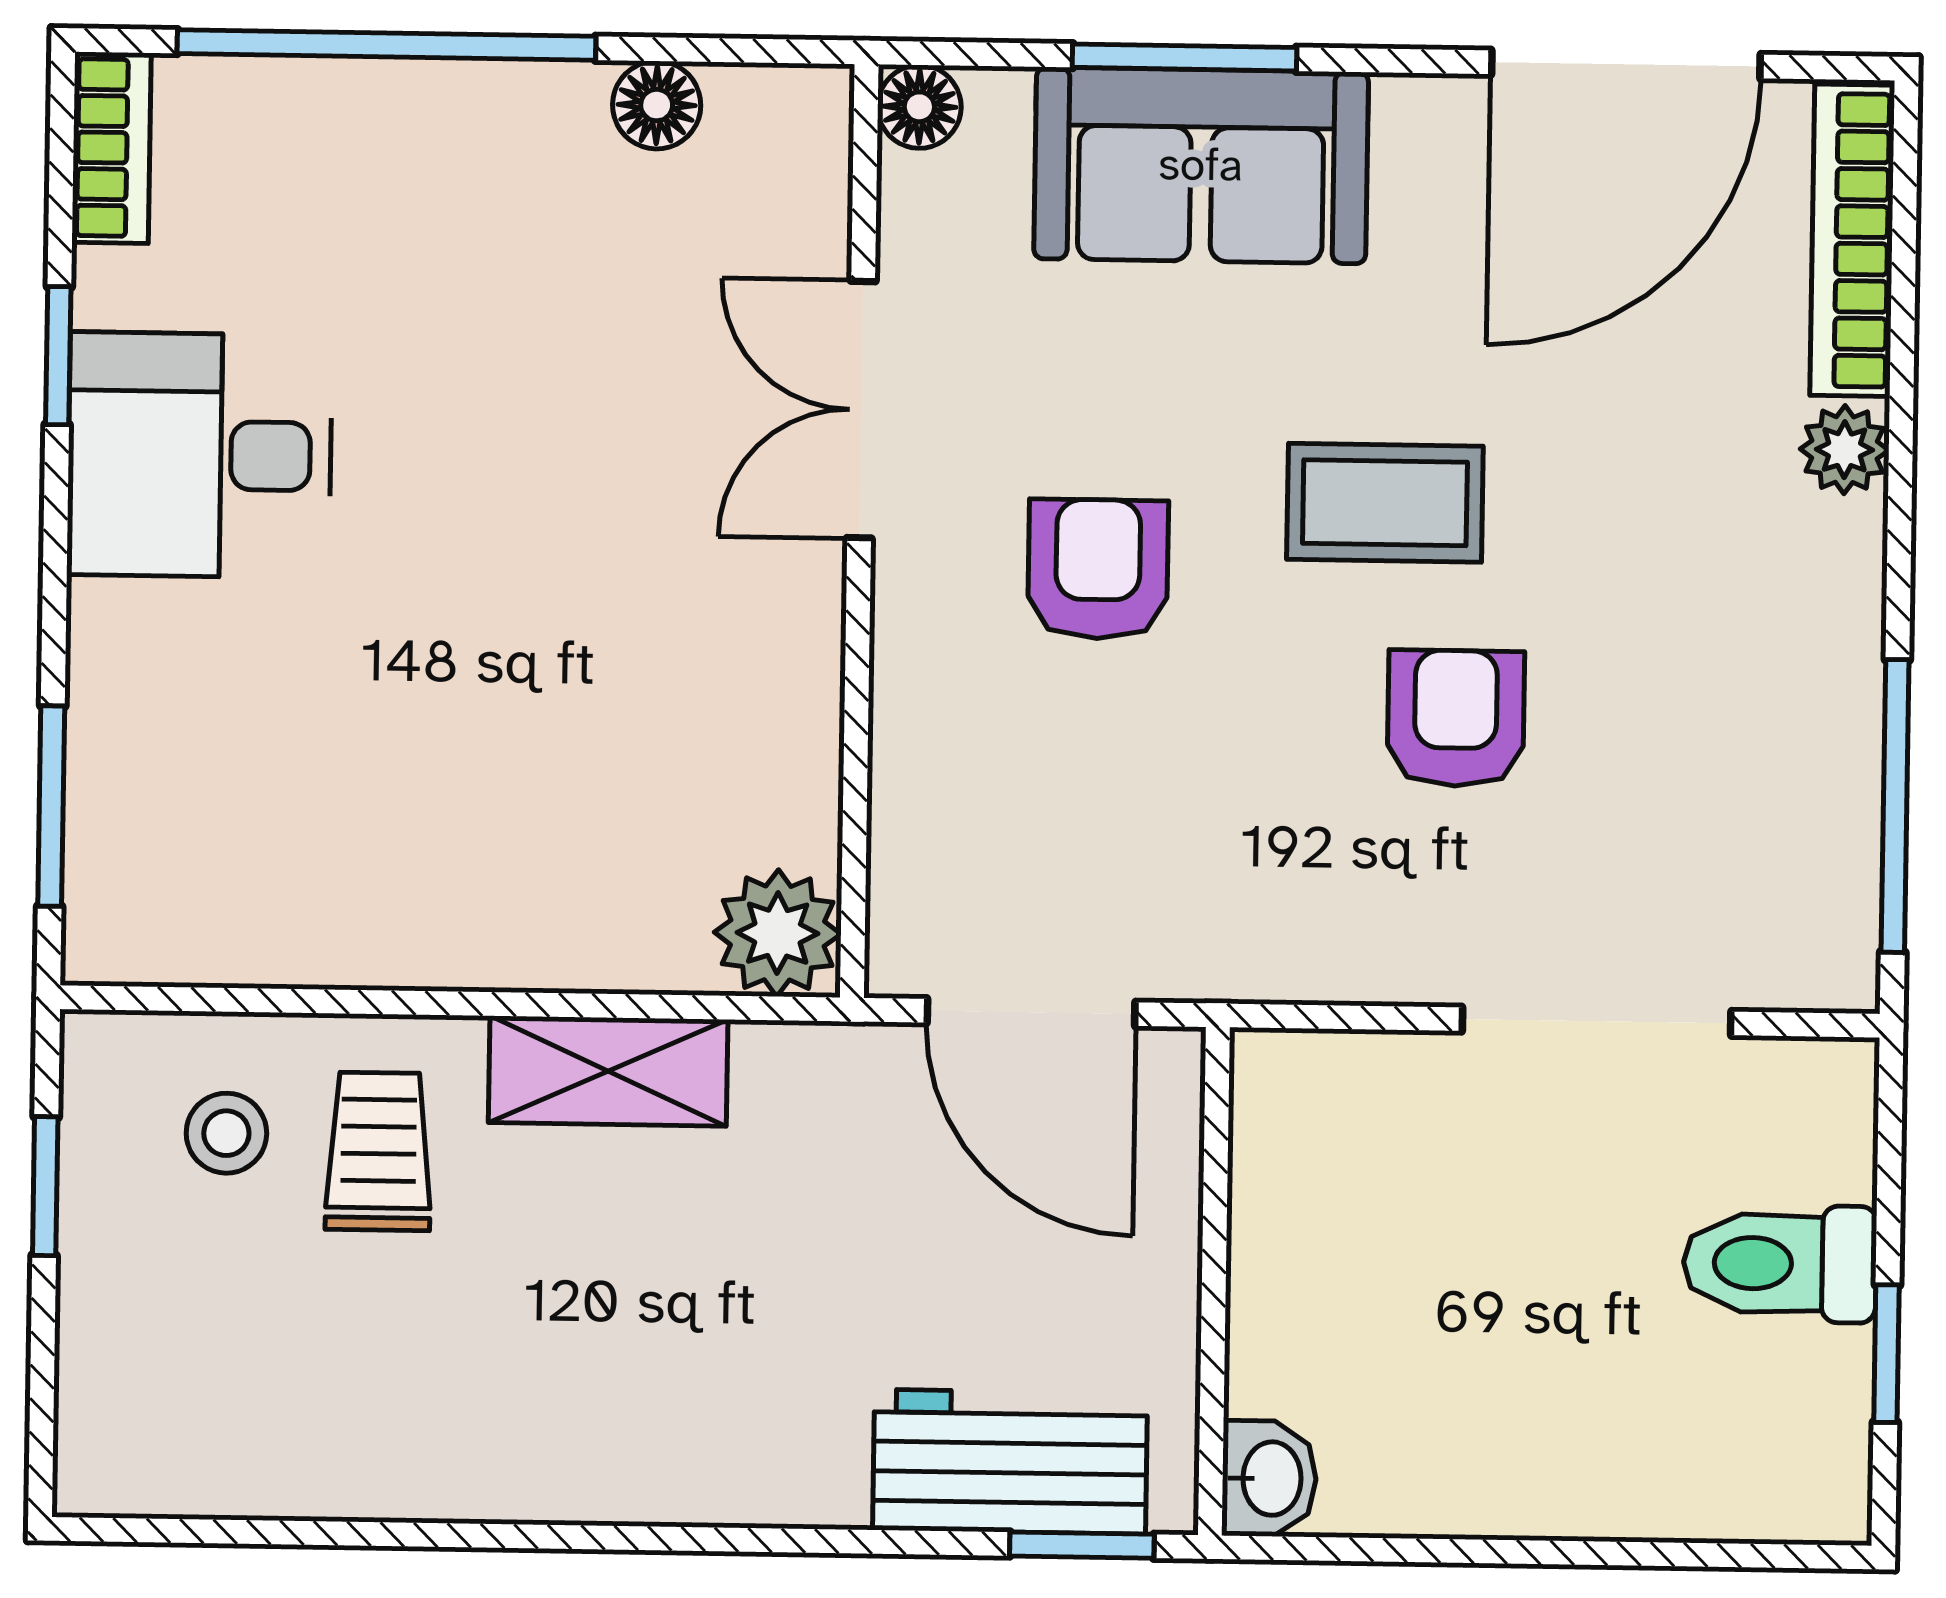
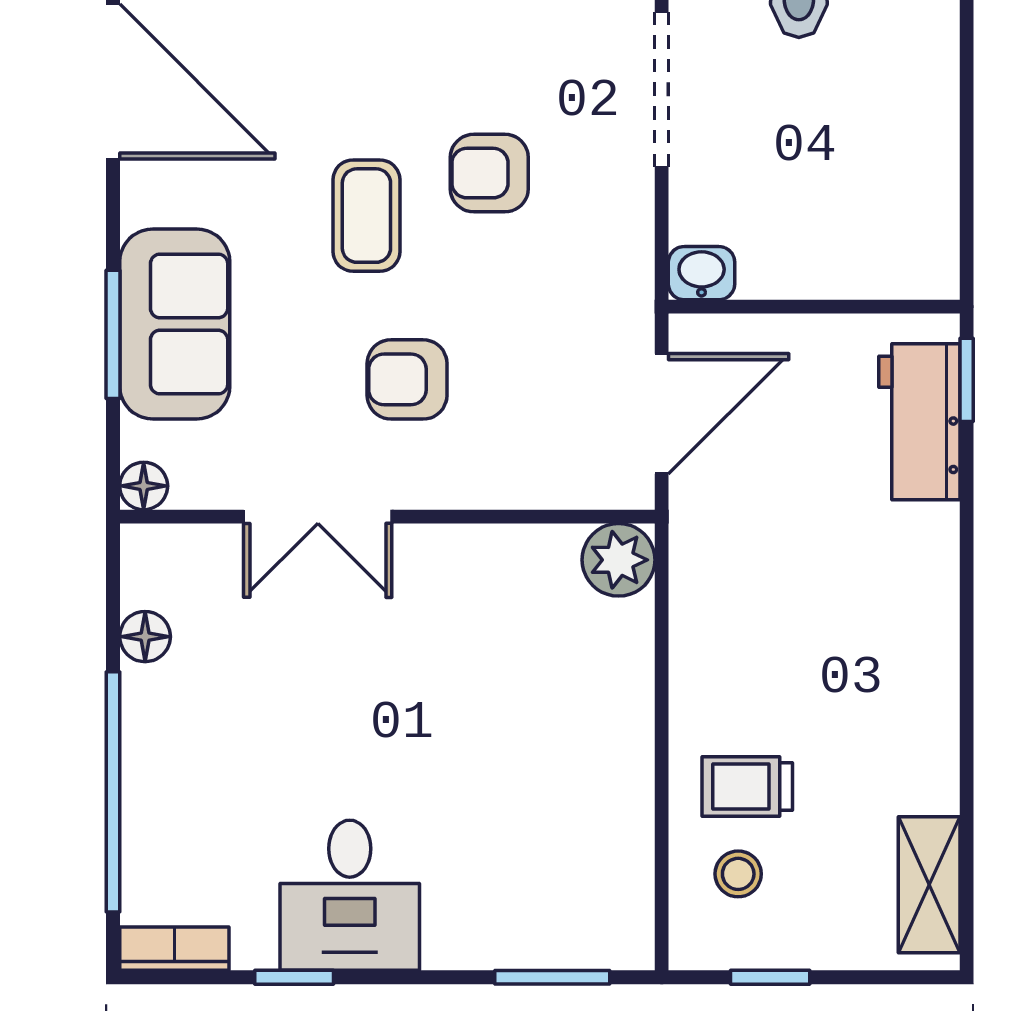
shelving: (608, 1071) -> (929, 885), moved
washbasin: (1269, 1479) -> (702, 273), moved

